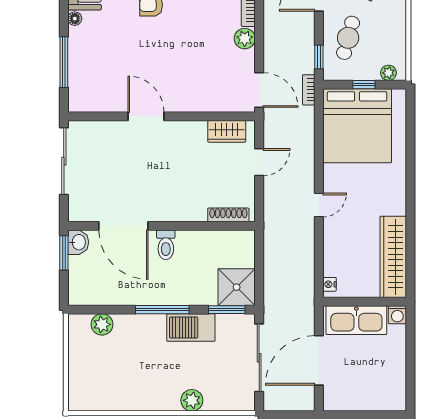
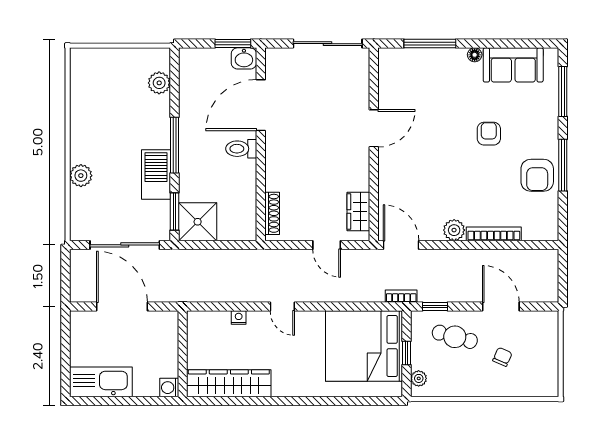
door: (259, 90) -> (401, 245), swing flipped
nightstand: (329, 284) -> (239, 317), moved
kitchen sink: (356, 320) -> (101, 382), moved, turned 90

